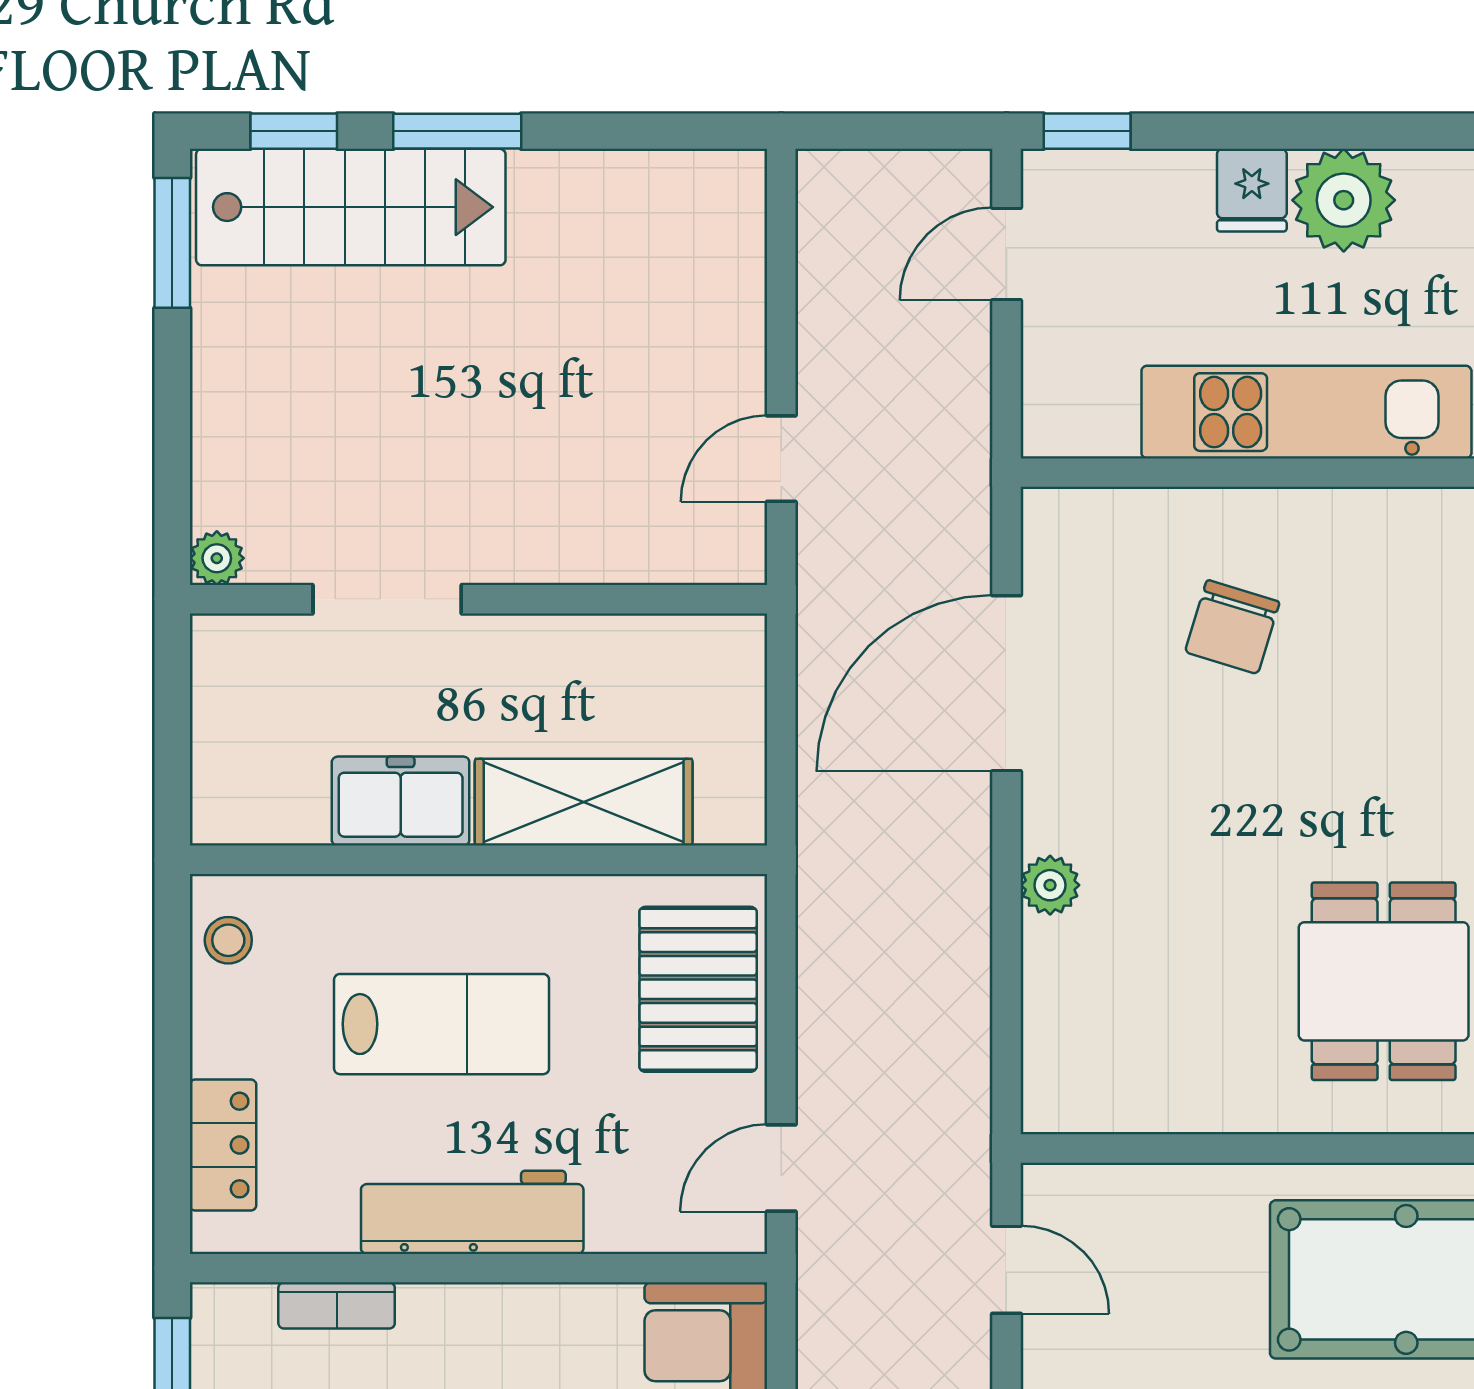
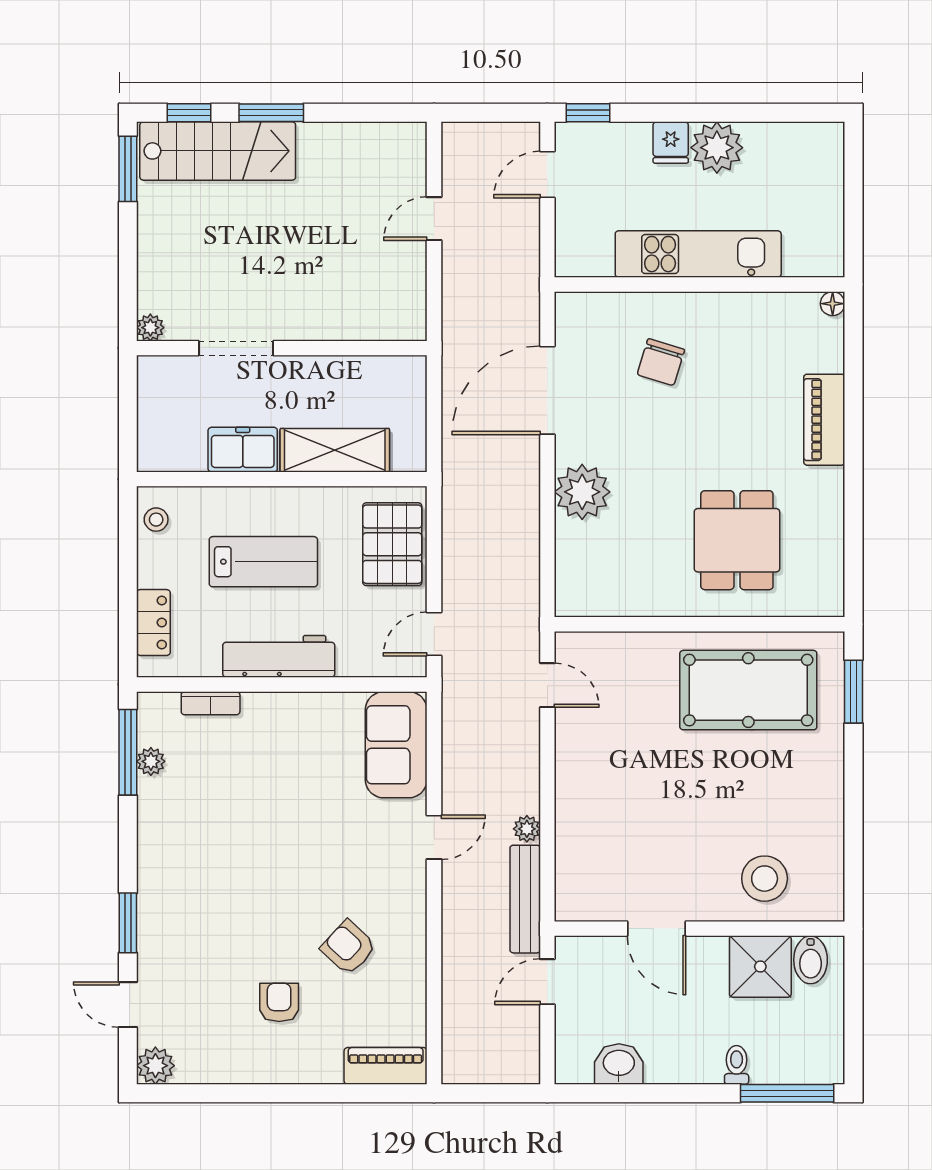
door: (781, 459) -> (434, 219), moved
plant: (1050, 885) -> (582, 492), width x1.87, depth x1.87

